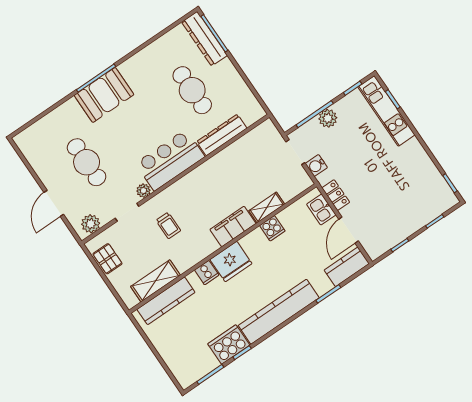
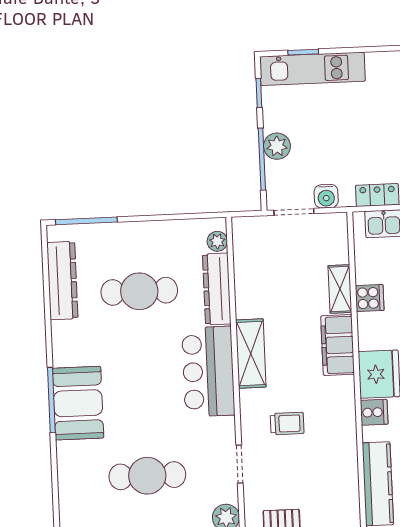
dresser: (204, 39) -> (62, 281), moved, turned -90
plant: (143, 191) -> (217, 241), moved
shelving: (155, 281) -> (251, 354), moved

